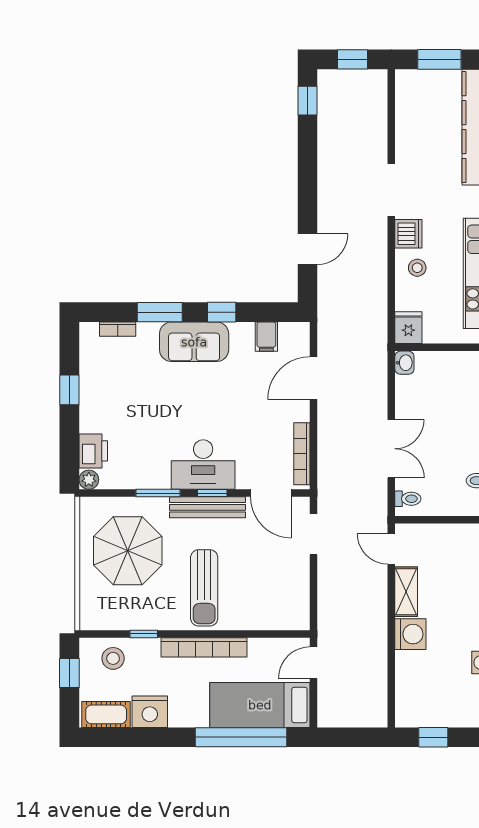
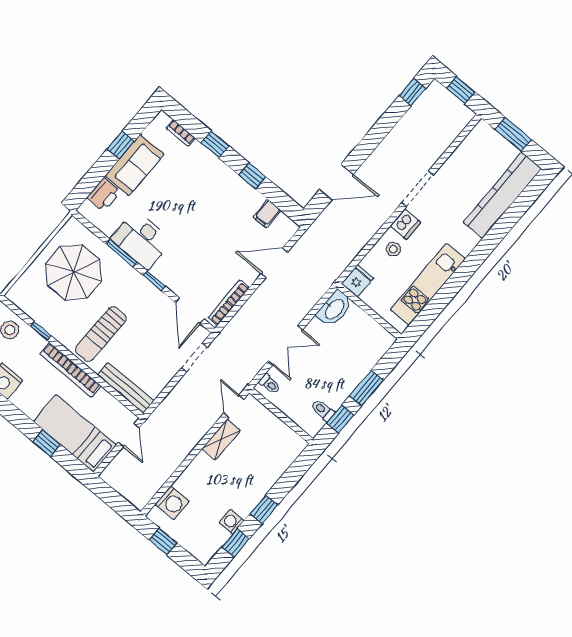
door: (307, 249) -> (337, 182), width x1.38
window: (160, 312) -> (215, 144), width x0.67
sofa: (194, 342) -> (135, 165), moved, turned -90
washbasin: (404, 363) -> (334, 309), width x1.91, depth x1.45
desk: (203, 465) -> (141, 240), moved
plant: (89, 480) -> (86, 210), removed
bench: (207, 507) -> (126, 388), moved
washing machine: (410, 634) -> (172, 503), moved
door: (314, 663) -> (129, 435), swing flipped
window: (241, 737) -> (47, 443), width x0.32

